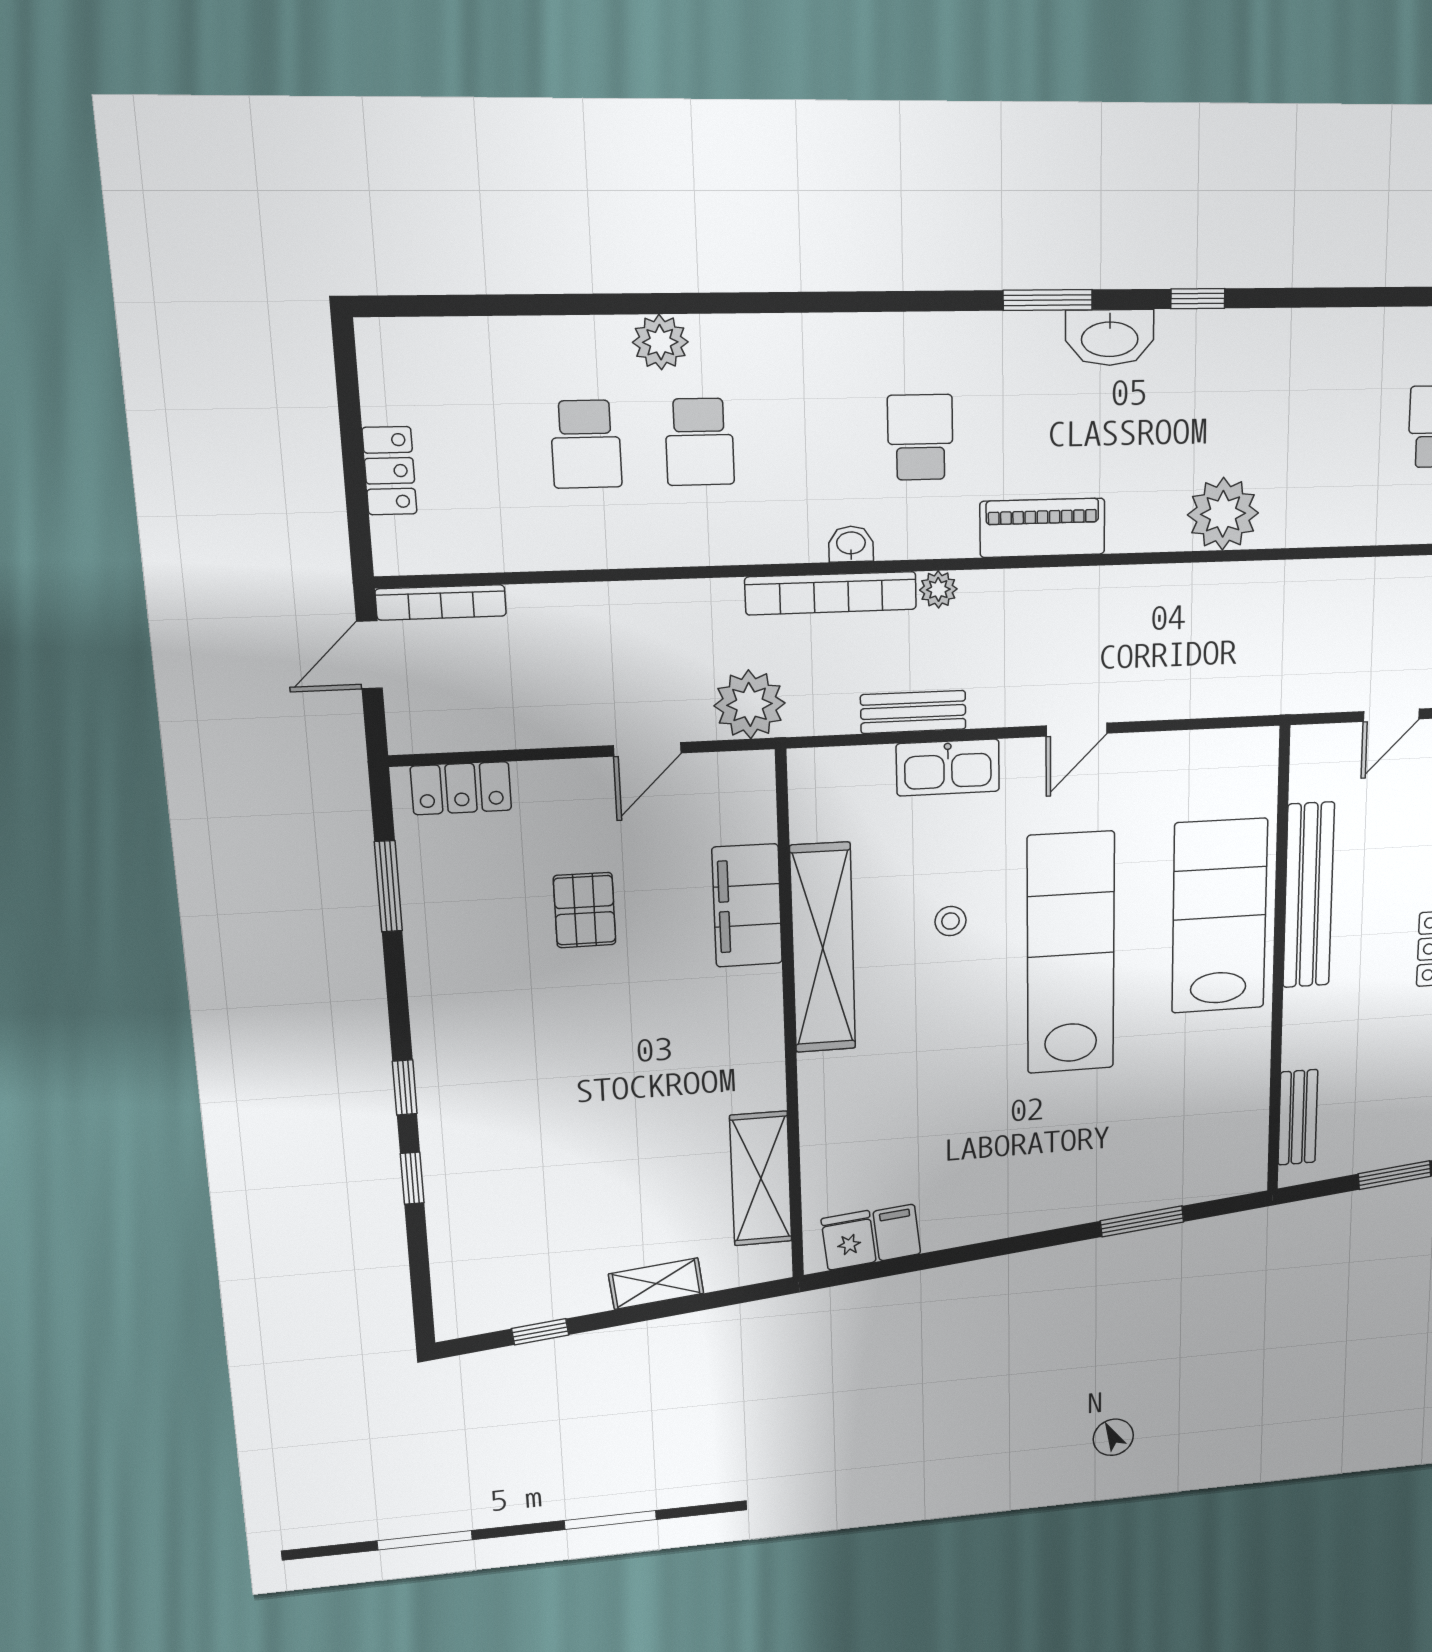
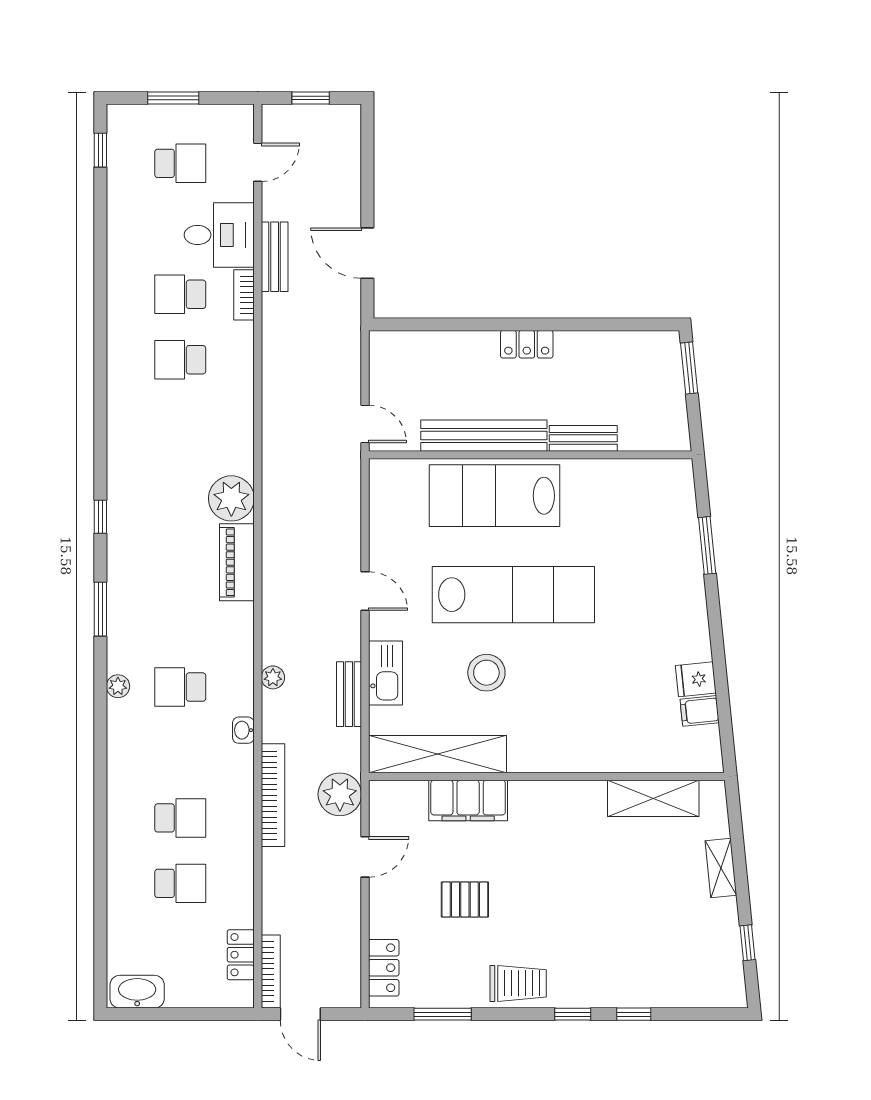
washbasin: (1110, 338) -> (137, 992), moved, turned -90
plant: (660, 342) -> (118, 686), moved, width x0.73, depth x0.73
locker: (389, 471) -> (241, 955), moved, turned -90
piano: (1043, 528) -> (237, 562), moved
bookcase: (831, 593) -> (273, 795), moved
door: (1391, 715) -> (365, 424), moved
door: (647, 749) -> (365, 857), hinge flipped
stool: (951, 921) -> (486, 673), width x1.89, depth x1.89
shelving: (823, 948) -> (437, 754), moved
lab bench: (1071, 953) -> (513, 595), turned 180
trolley: (450, 1001) -> (518, 983), added
bench: (1298, 1117) -> (583, 438), moved
fridge: (849, 1240) -> (696, 679), moved

